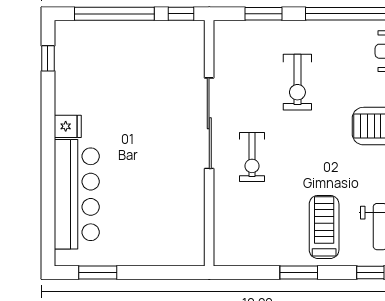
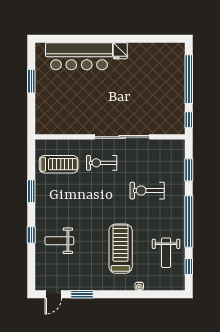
window: (48, 58) -> (162, 39), removed
treadmill: (324, 227) -> (59, 164), moved
window: (98, 273) -> (31, 81), moved

